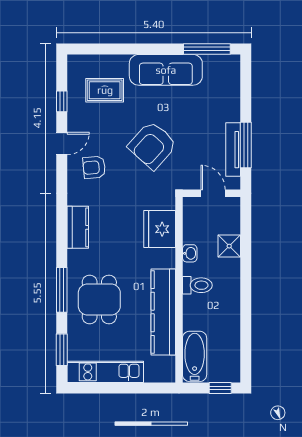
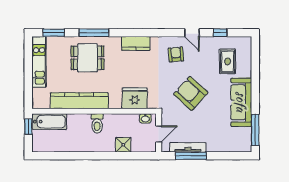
washbasin: (190, 253) -> (145, 118), moved
window: (220, 388) -> (28, 127), moved

